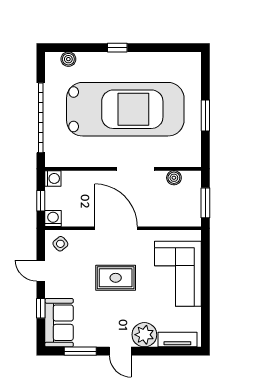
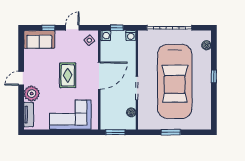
window: (80, 351) -> (21, 53), removed

